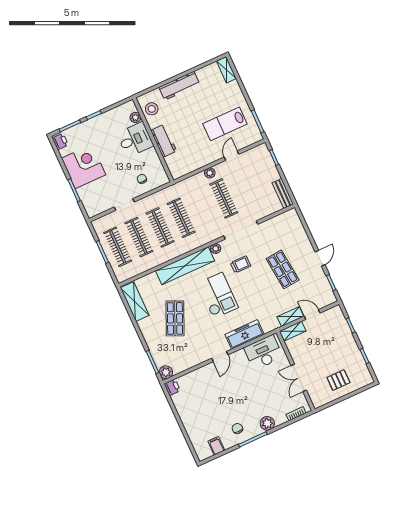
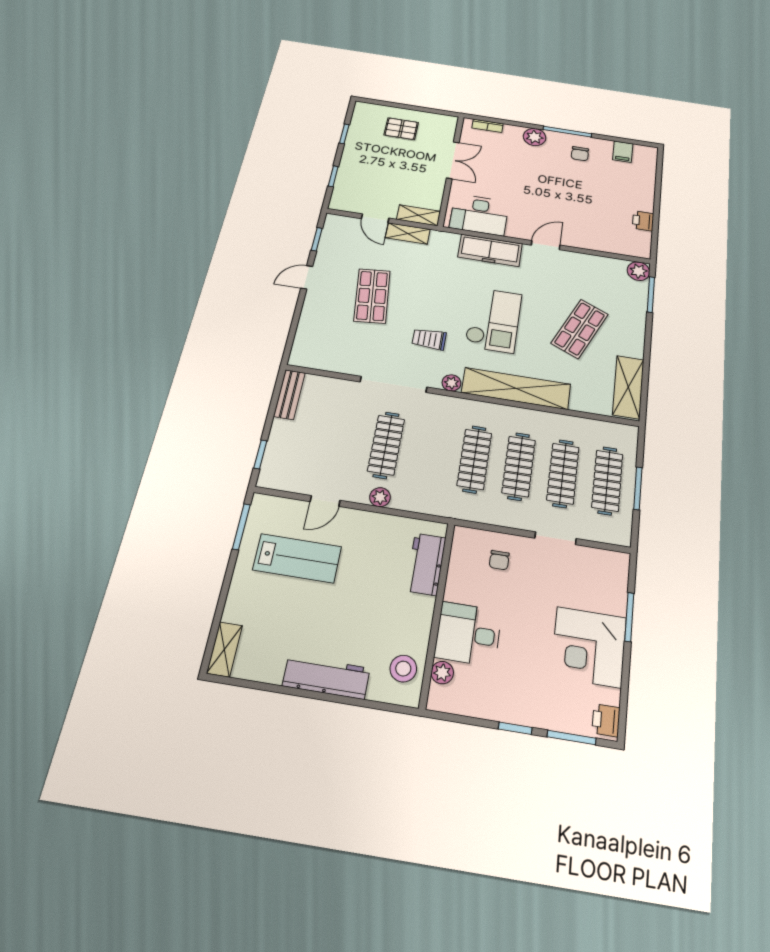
workbench: (164, 141) -> (426, 564), moved
checkout: (218, 295) -> (493, 320), turned 180
printer: (172, 387) -> (643, 221), moved

